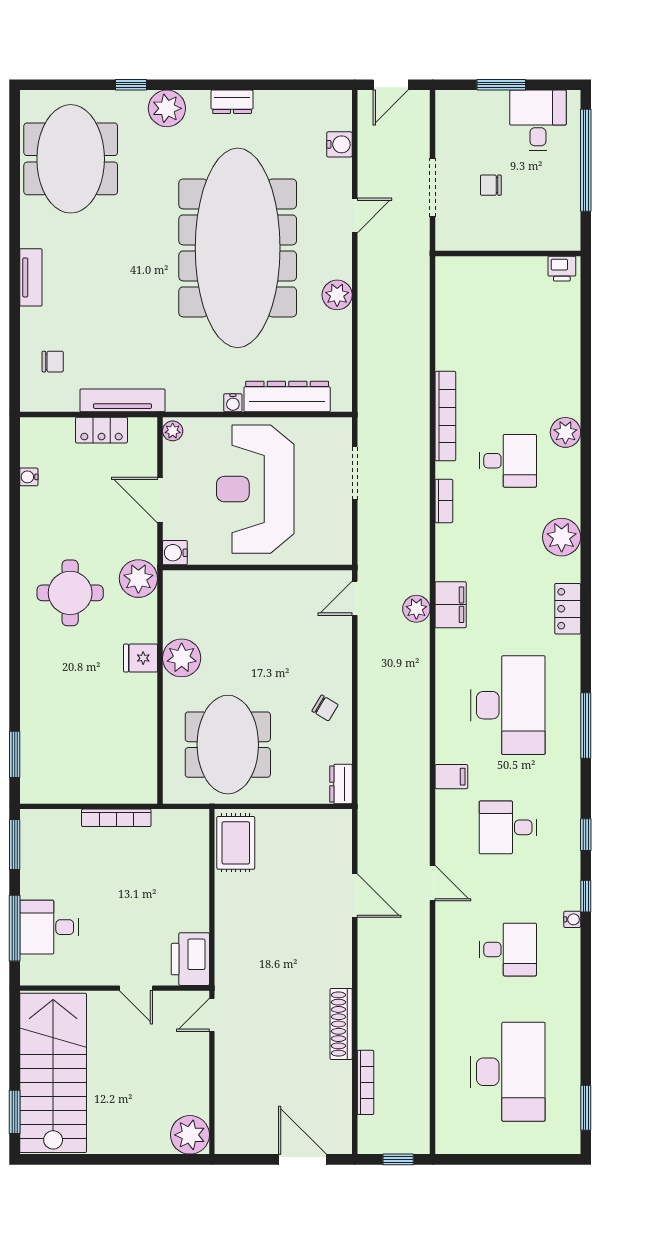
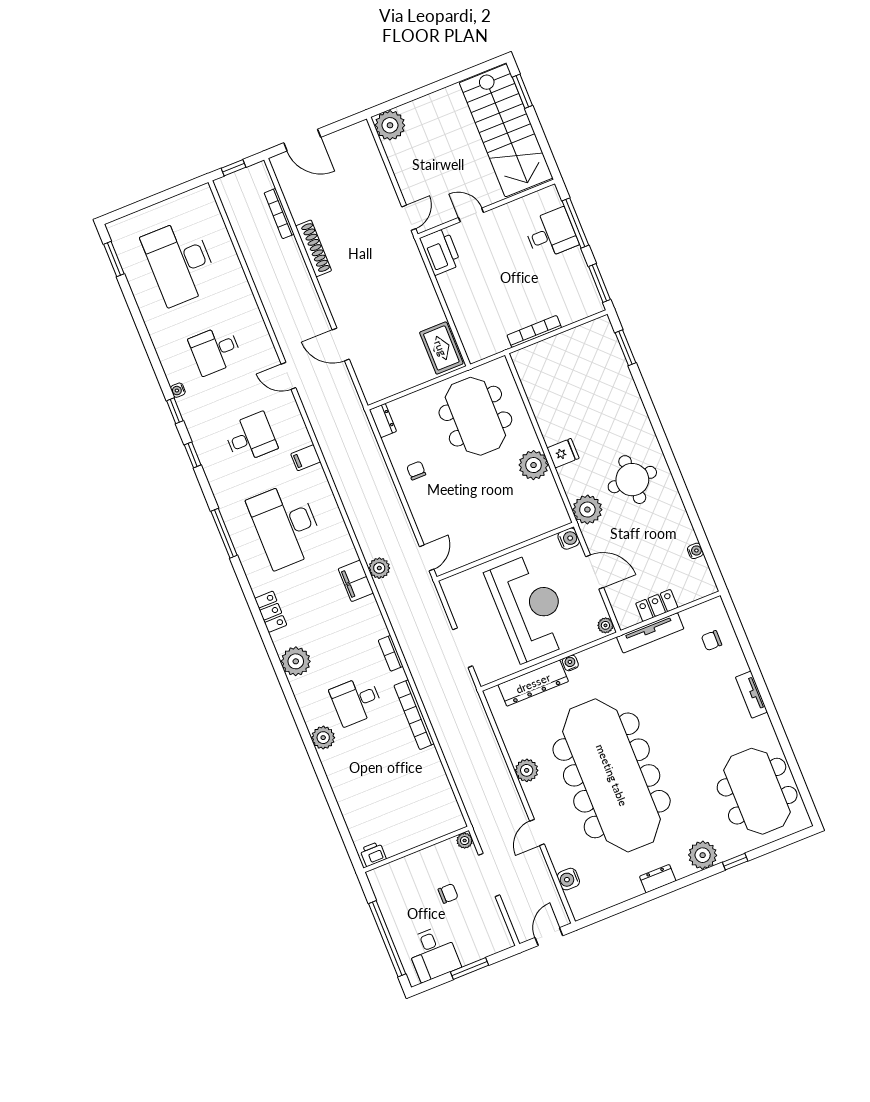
plant: (445, 241) -> (465, 841), added
chair: (325, 708) -> (416, 471), turned 59

